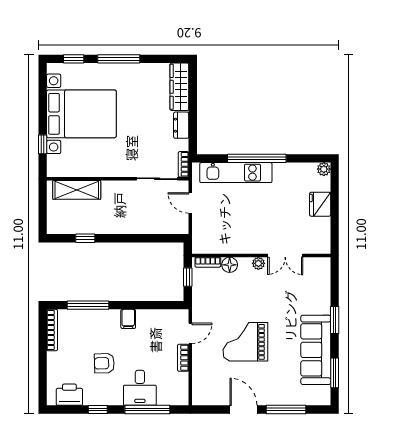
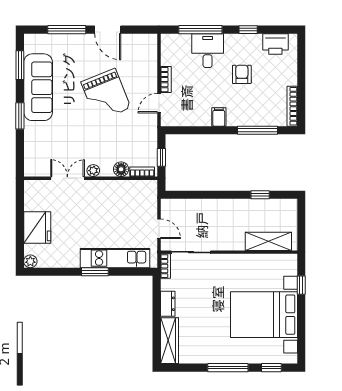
window: (257, 158) -> (95, 272), width x0.47
fridge: (320, 204) -> (37, 228), width x1.36, depth x1.34
grand piano: (245, 342) -> (106, 95), turned 68
armchair: (104, 363) -> (242, 74), turned -88

